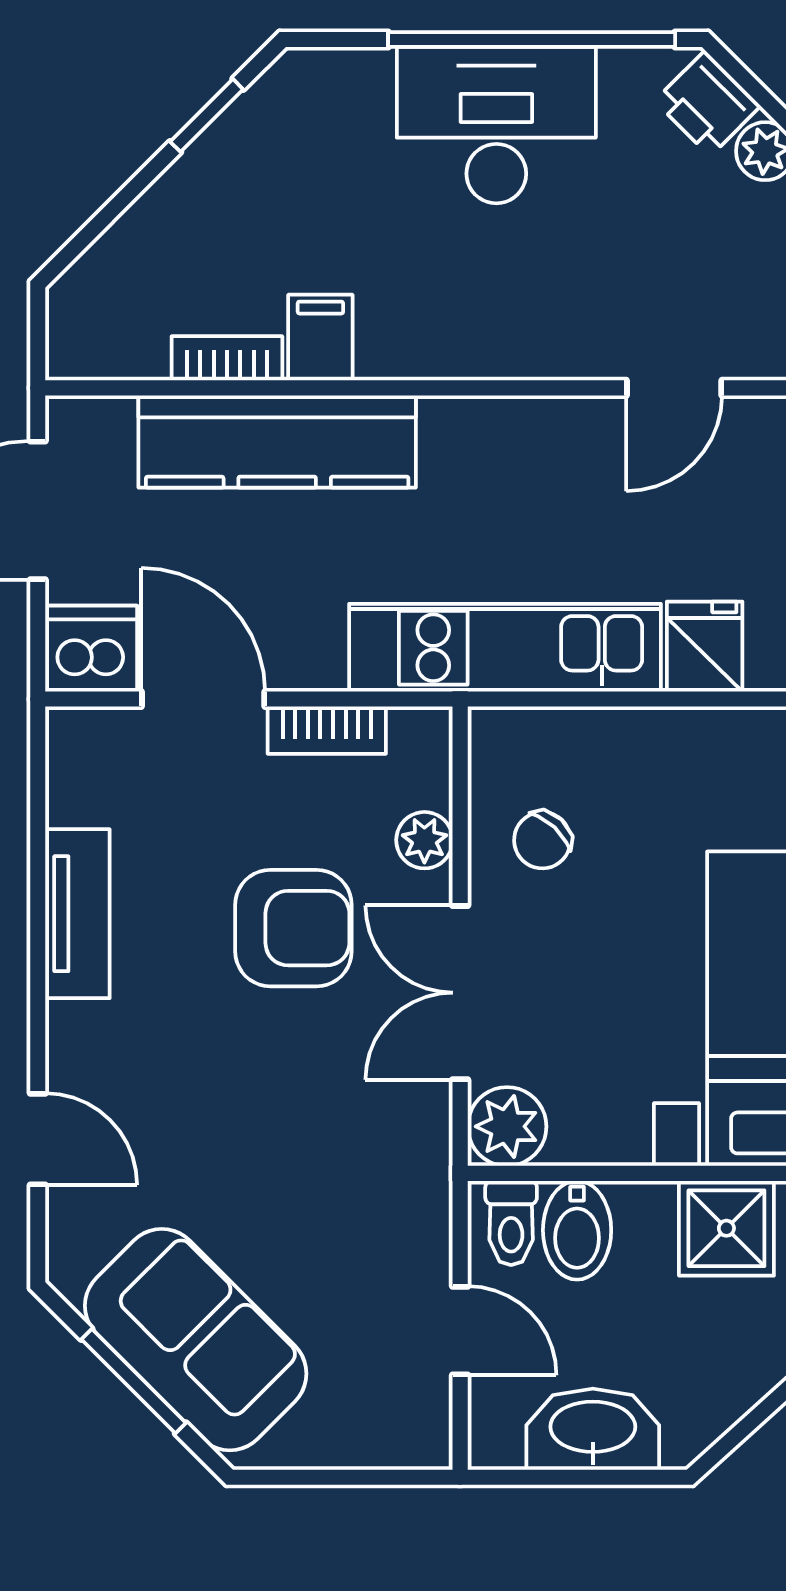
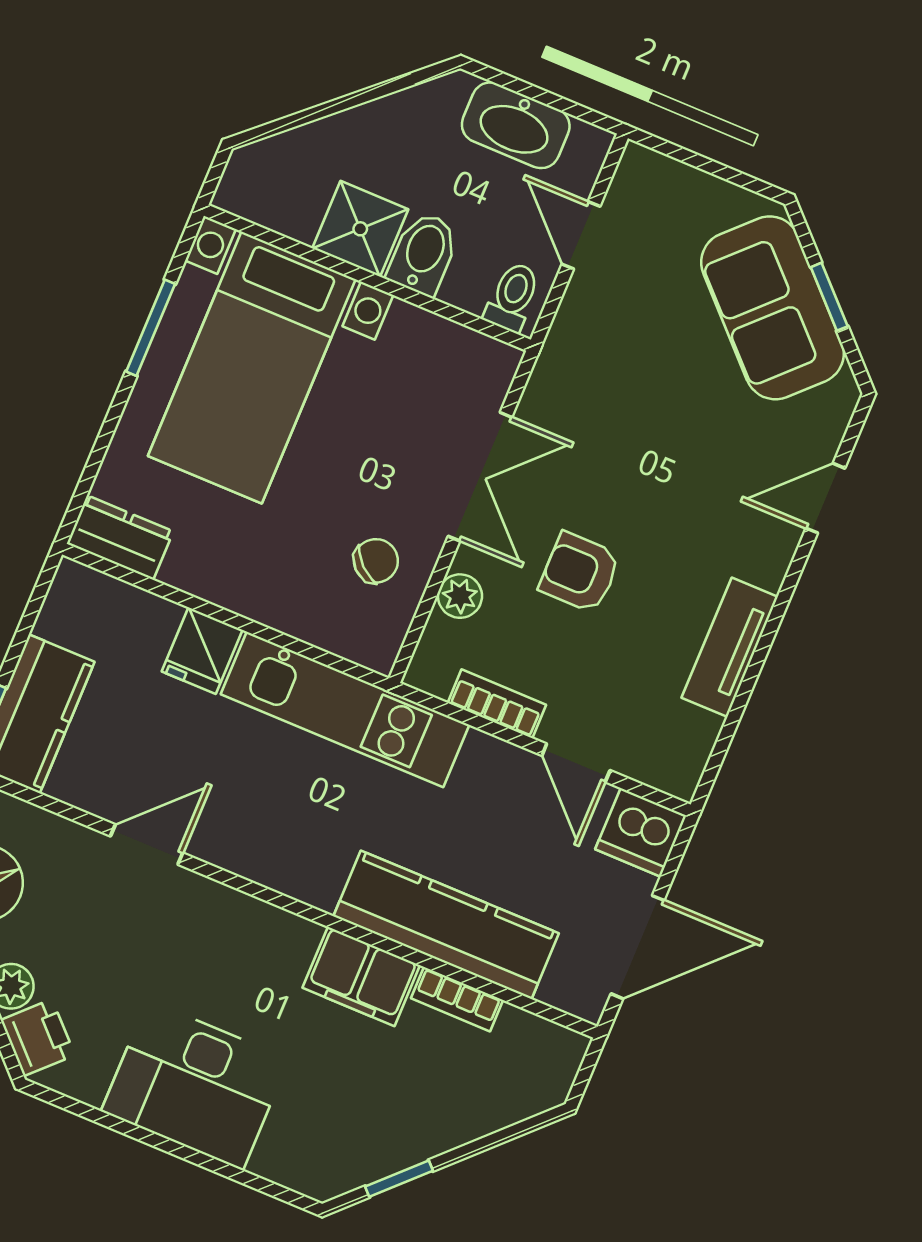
window: (532, 40) -> (144, 1136), removed
filing cabinet: (320, 338) -> (361, 976), width x2.00
door: (203, 699) -> (576, 763), width x0.73
armchair: (293, 928) -> (580, 572), width x0.72, depth x0.72
plant: (507, 1126) -> (487, 367), removed
door: (38, 1139) -> (825, 498), hinge flipped
bidet: (577, 1230) -> (423, 254), moved
window: (134, 1381) -> (829, 297), width x0.67

